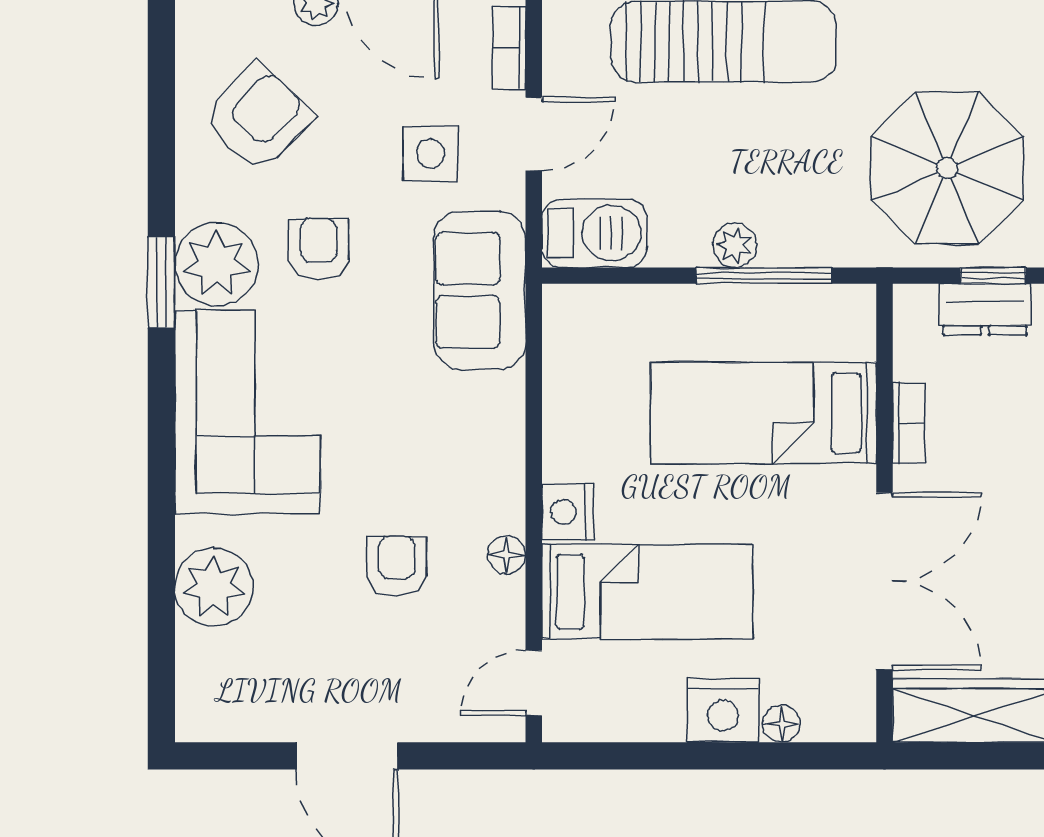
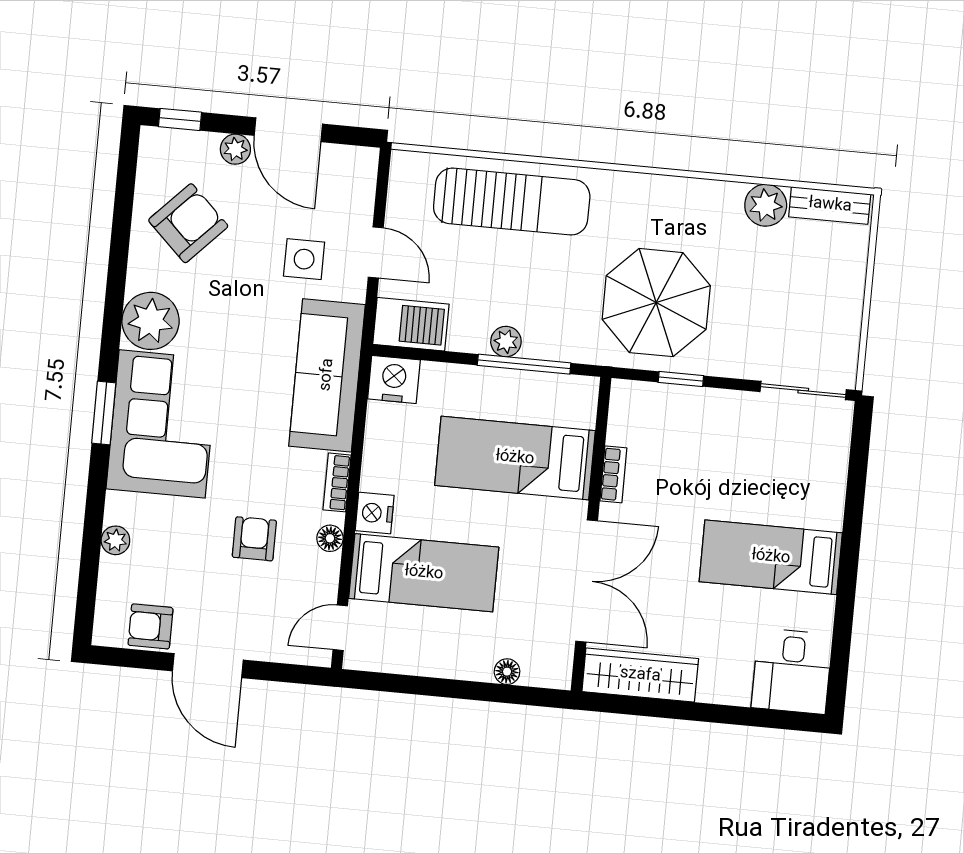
bookcase: (509, 48) -> (337, 482), moved
door: (534, 134) -> (376, 252), hinge flipped
armchair: (319, 249) -> (150, 626), moved, turned -90
window: (161, 282) -> (104, 413), moved
sofa: (480, 290) -> (327, 375), width x1.36
dresser: (985, 309) -> (673, 402), removed
plant: (214, 587) -> (115, 540), width x0.53, depth x0.53
nightstand: (723, 710) -> (394, 379), moved, turned 180

